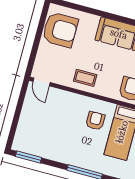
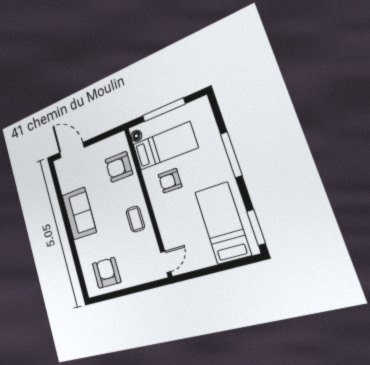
armchair: (60, 30) -> (107, 273), width x0.73, depth x0.73
bed: (44, 138) -> (223, 223), added

